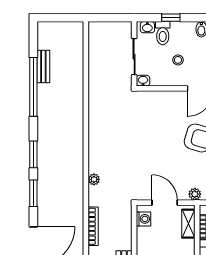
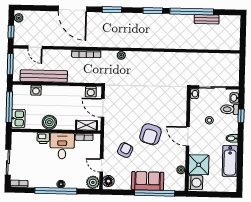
window: (33, 154) -> (153, 11), moved
plant: (195, 194) -> (108, 131), removed
door: (165, 203) -> (103, 108), swing flipped

